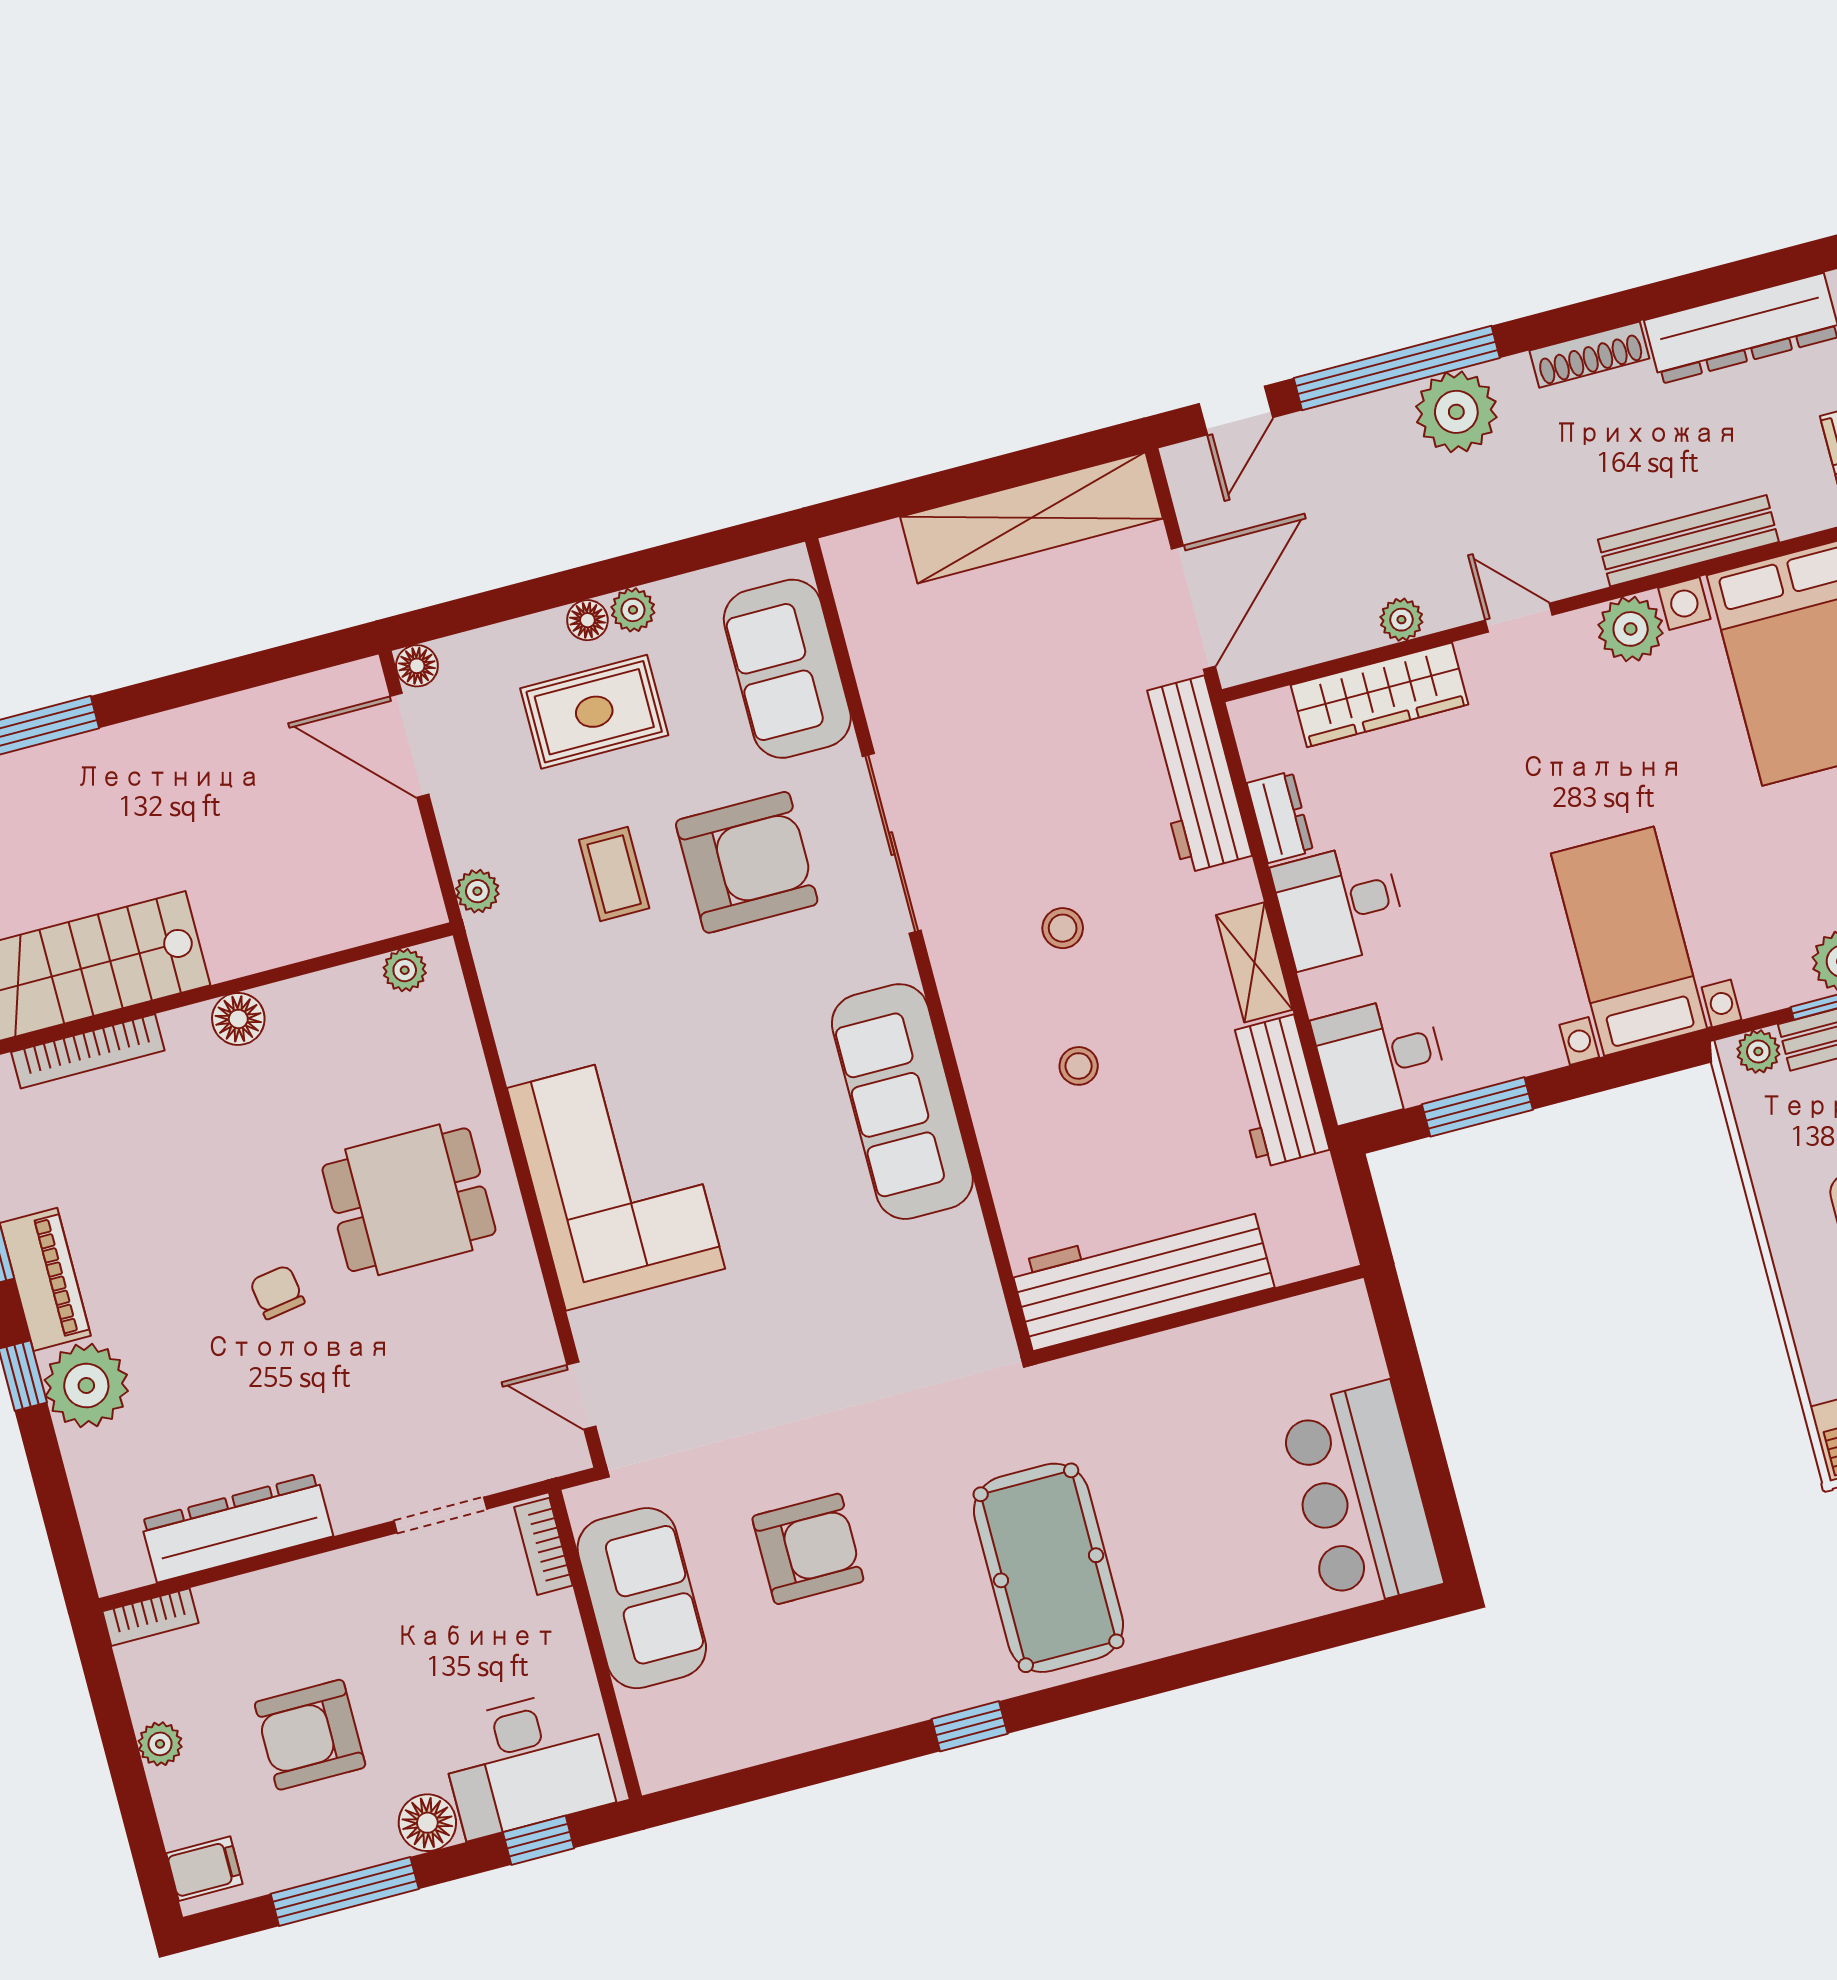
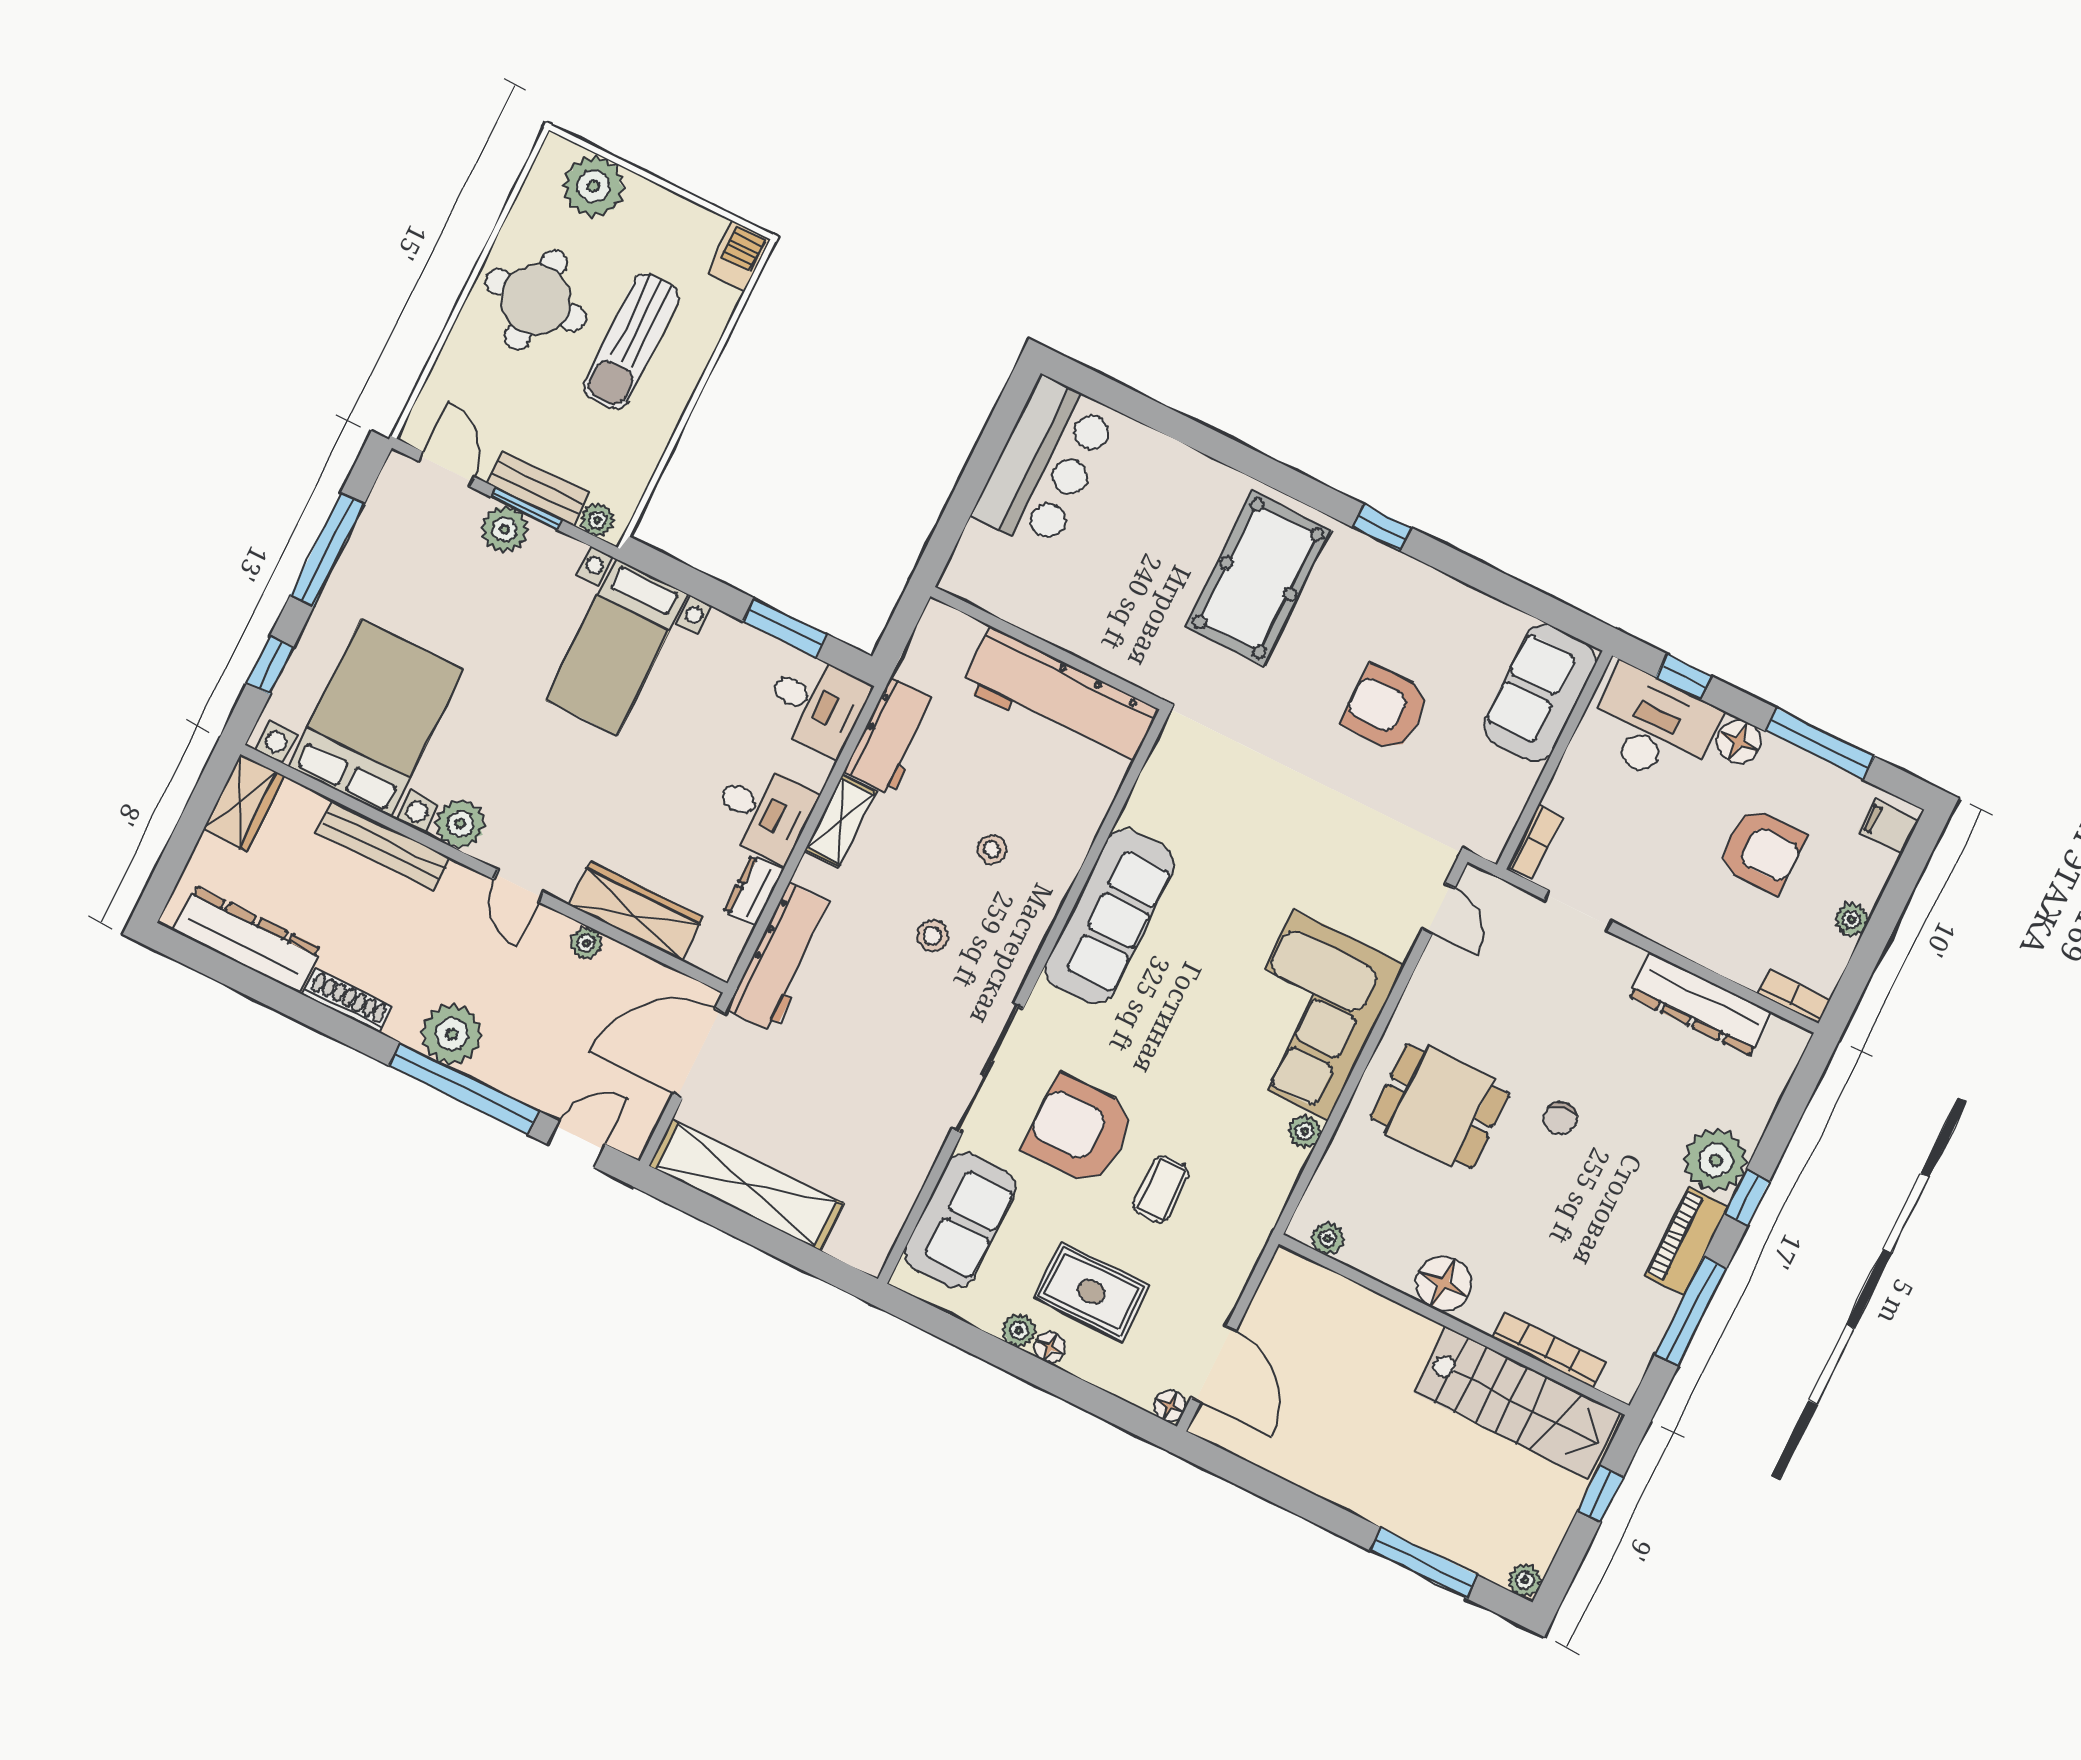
plant: (477, 891) -> (1305, 1131), moved
floor lamp: (238, 1019) -> (1444, 1284), width x1.38, depth x1.38
sofa: (642, 1598) -> (1540, 693), moved

